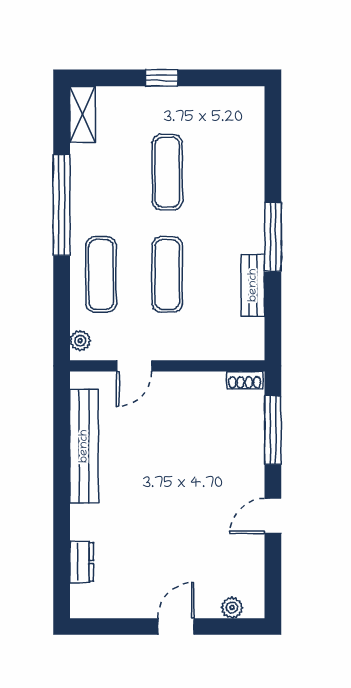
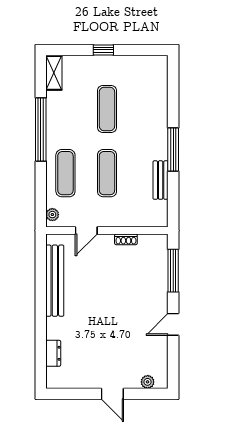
shoe rack: (245, 380) -> (126, 239), moved
door: (176, 626) -> (112, 394), swing flipped

